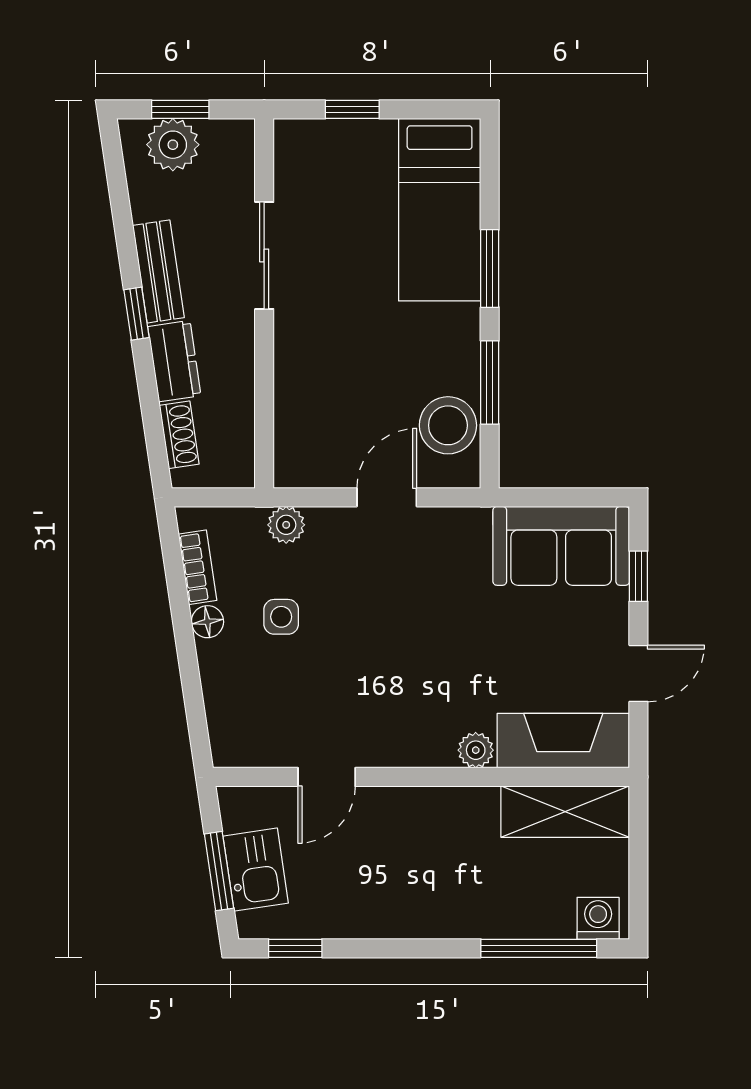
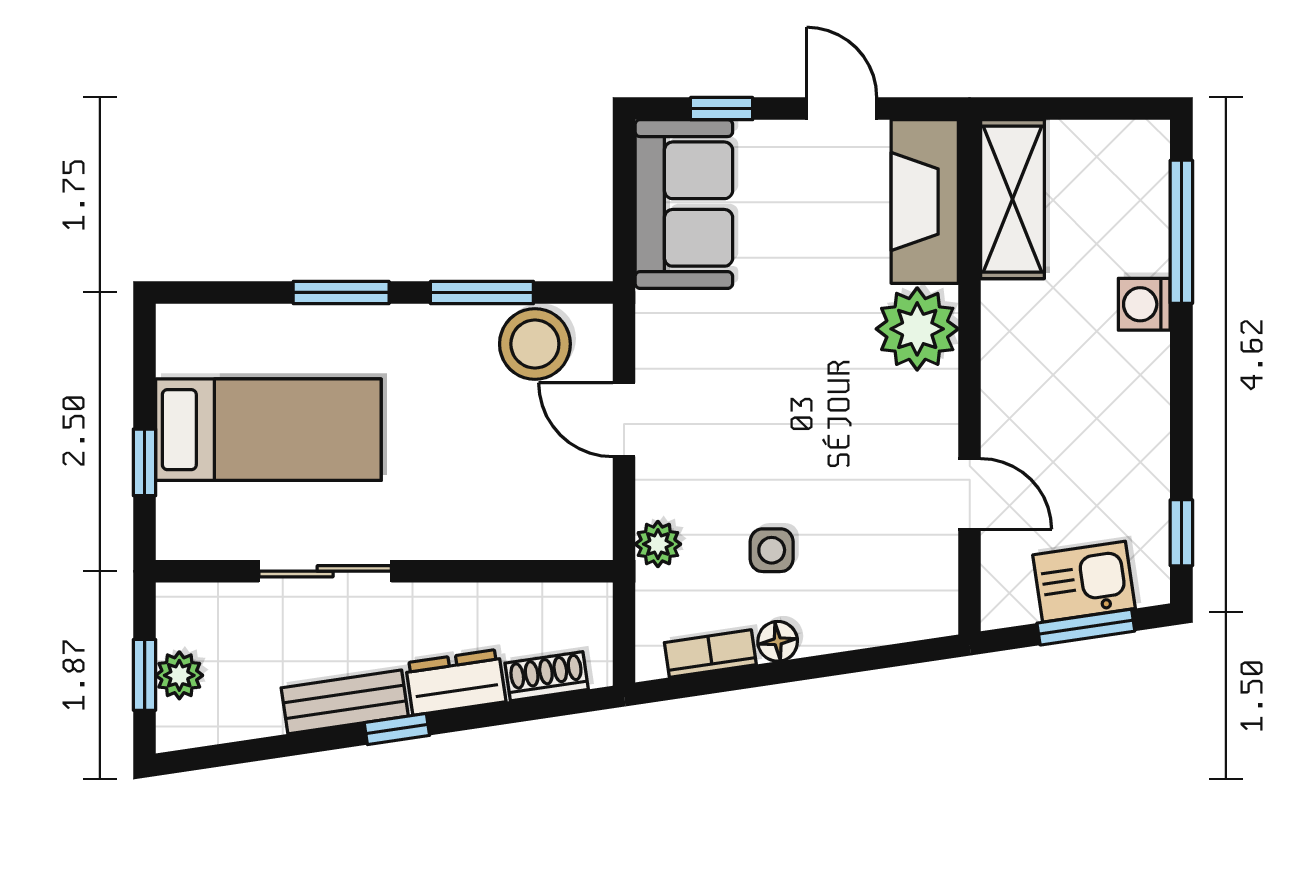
plant: (173, 145) -> (179, 675), width x0.73, depth x0.73
bed: (440, 210) -> (268, 430), moved
plant: (476, 750) -> (917, 329), width x1.88, depth x1.88
washing machine: (598, 918) -> (1144, 304), moved

